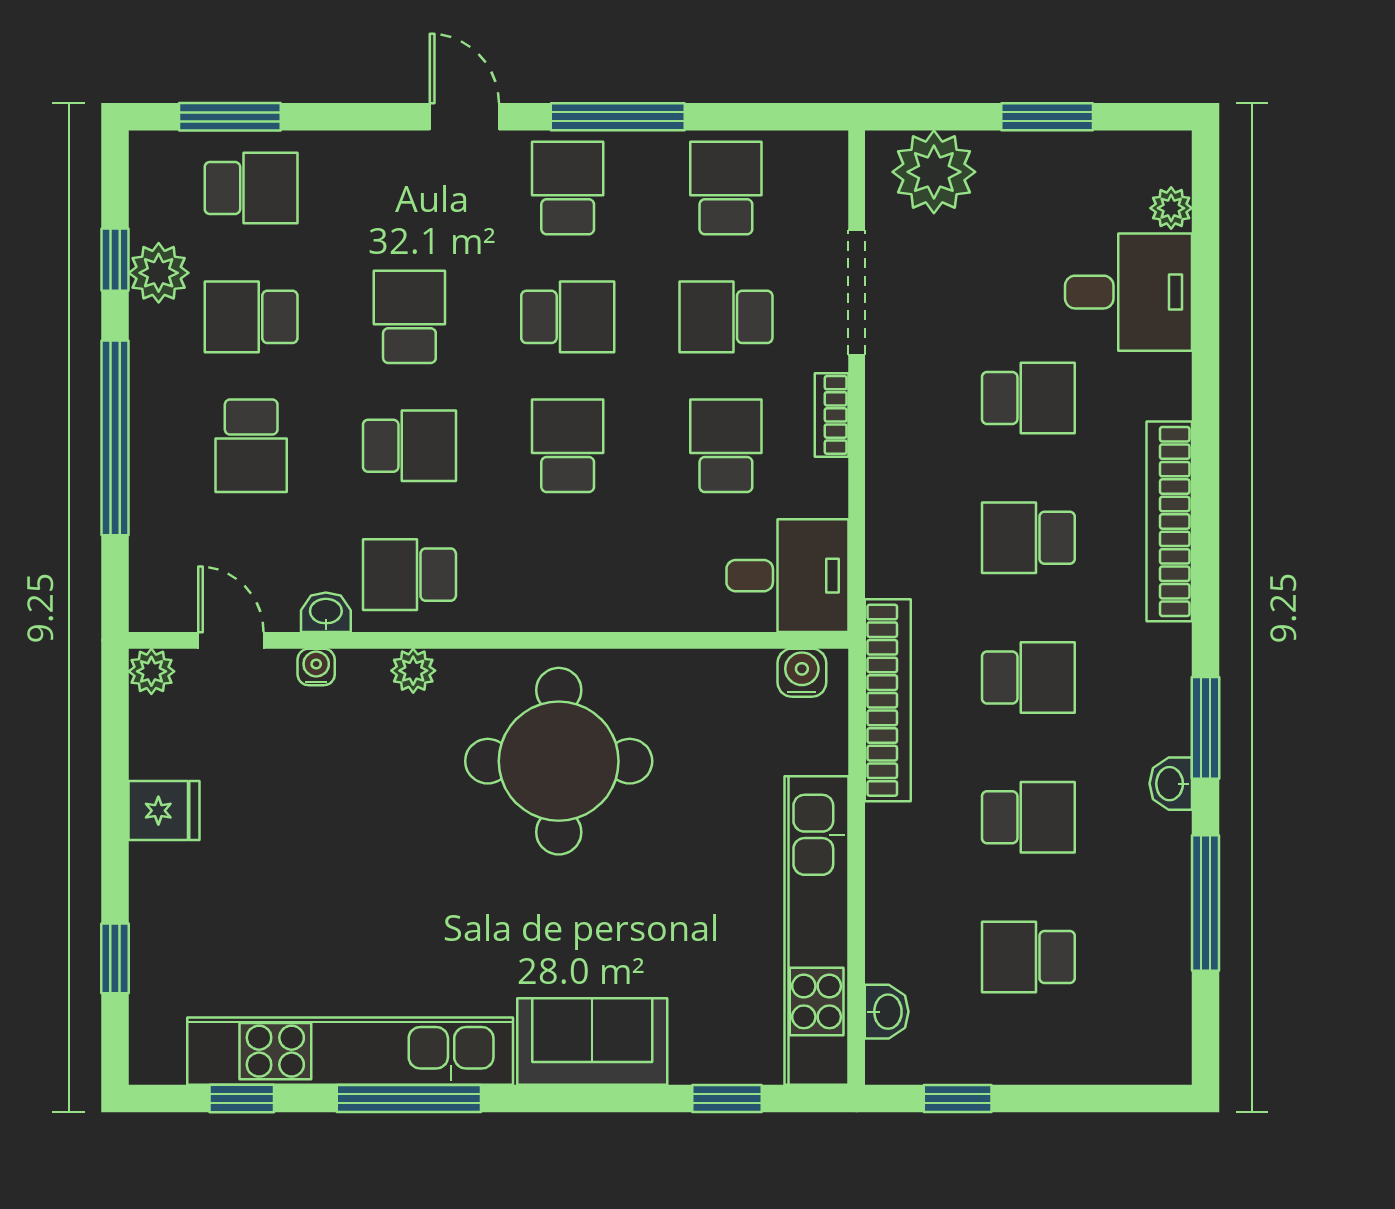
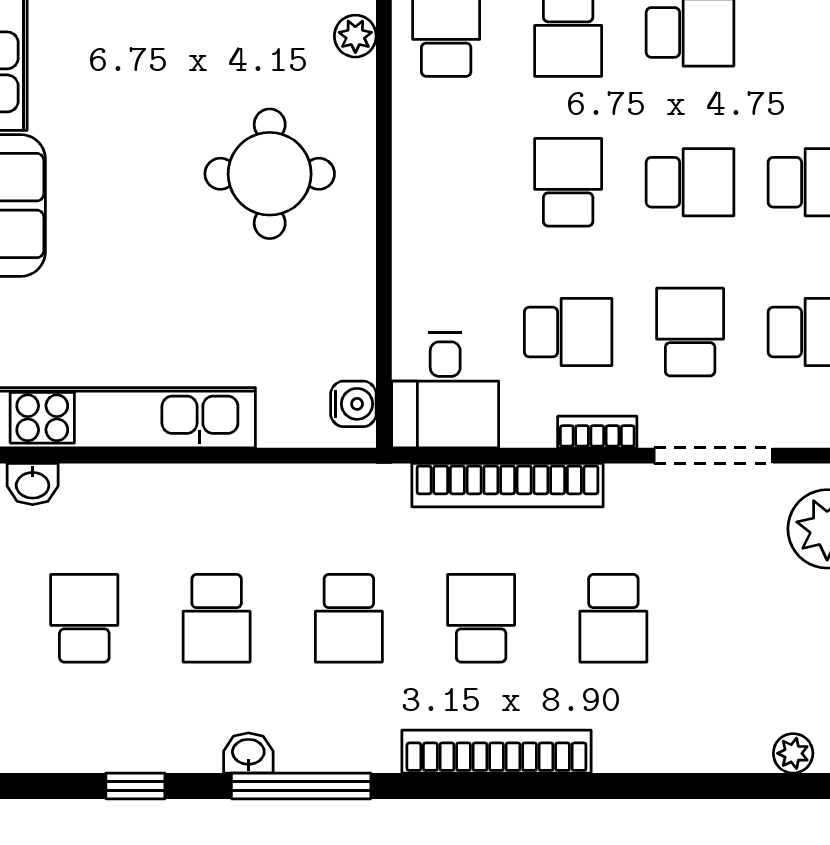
desk: (1129, 292) -> (714, 713), removed
school desk: (568, 317) -> (690, 182), turned -90
school desk: (568, 446) -> (568, 182), turned -90
bookcase: (888, 700) -> (508, 485), moved
window: (1206, 728) -> (301, 786), width x1.44
round table: (559, 761) -> (270, 174), width x0.73, depth x0.73
window: (1206, 903) -> (135, 786), width x0.46

